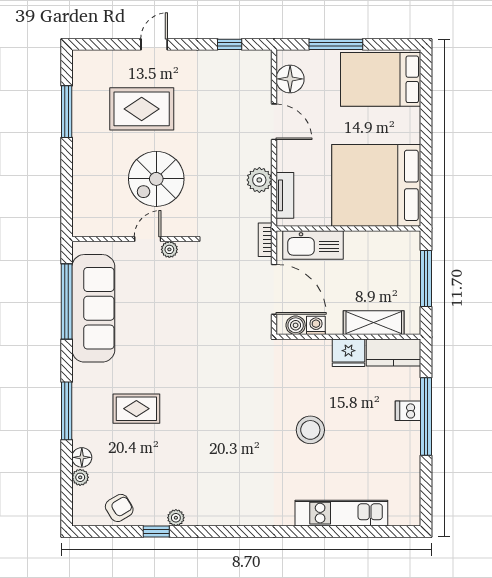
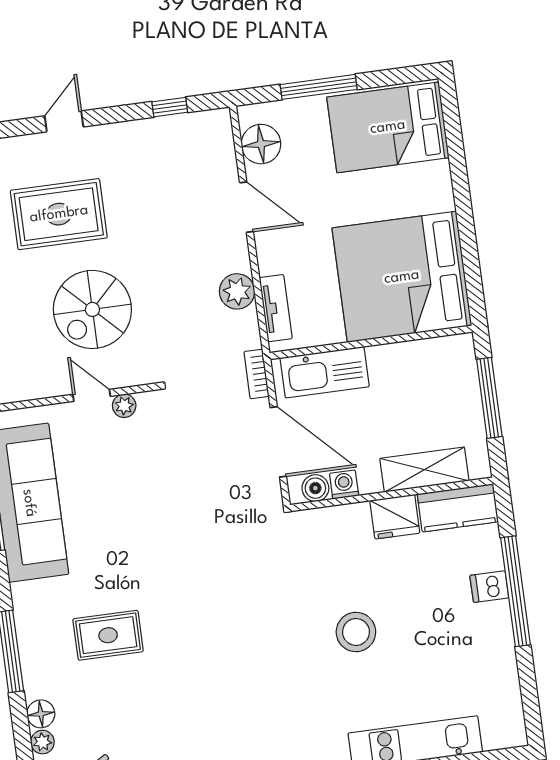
door: (148, 239) -> (92, 395), hinge flipped

